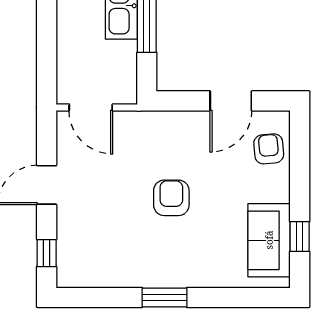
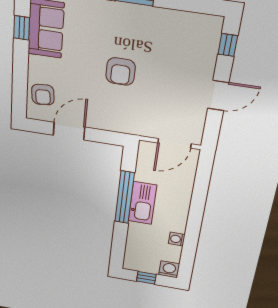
door: (91, 107) -> (175, 143), swing flipped

